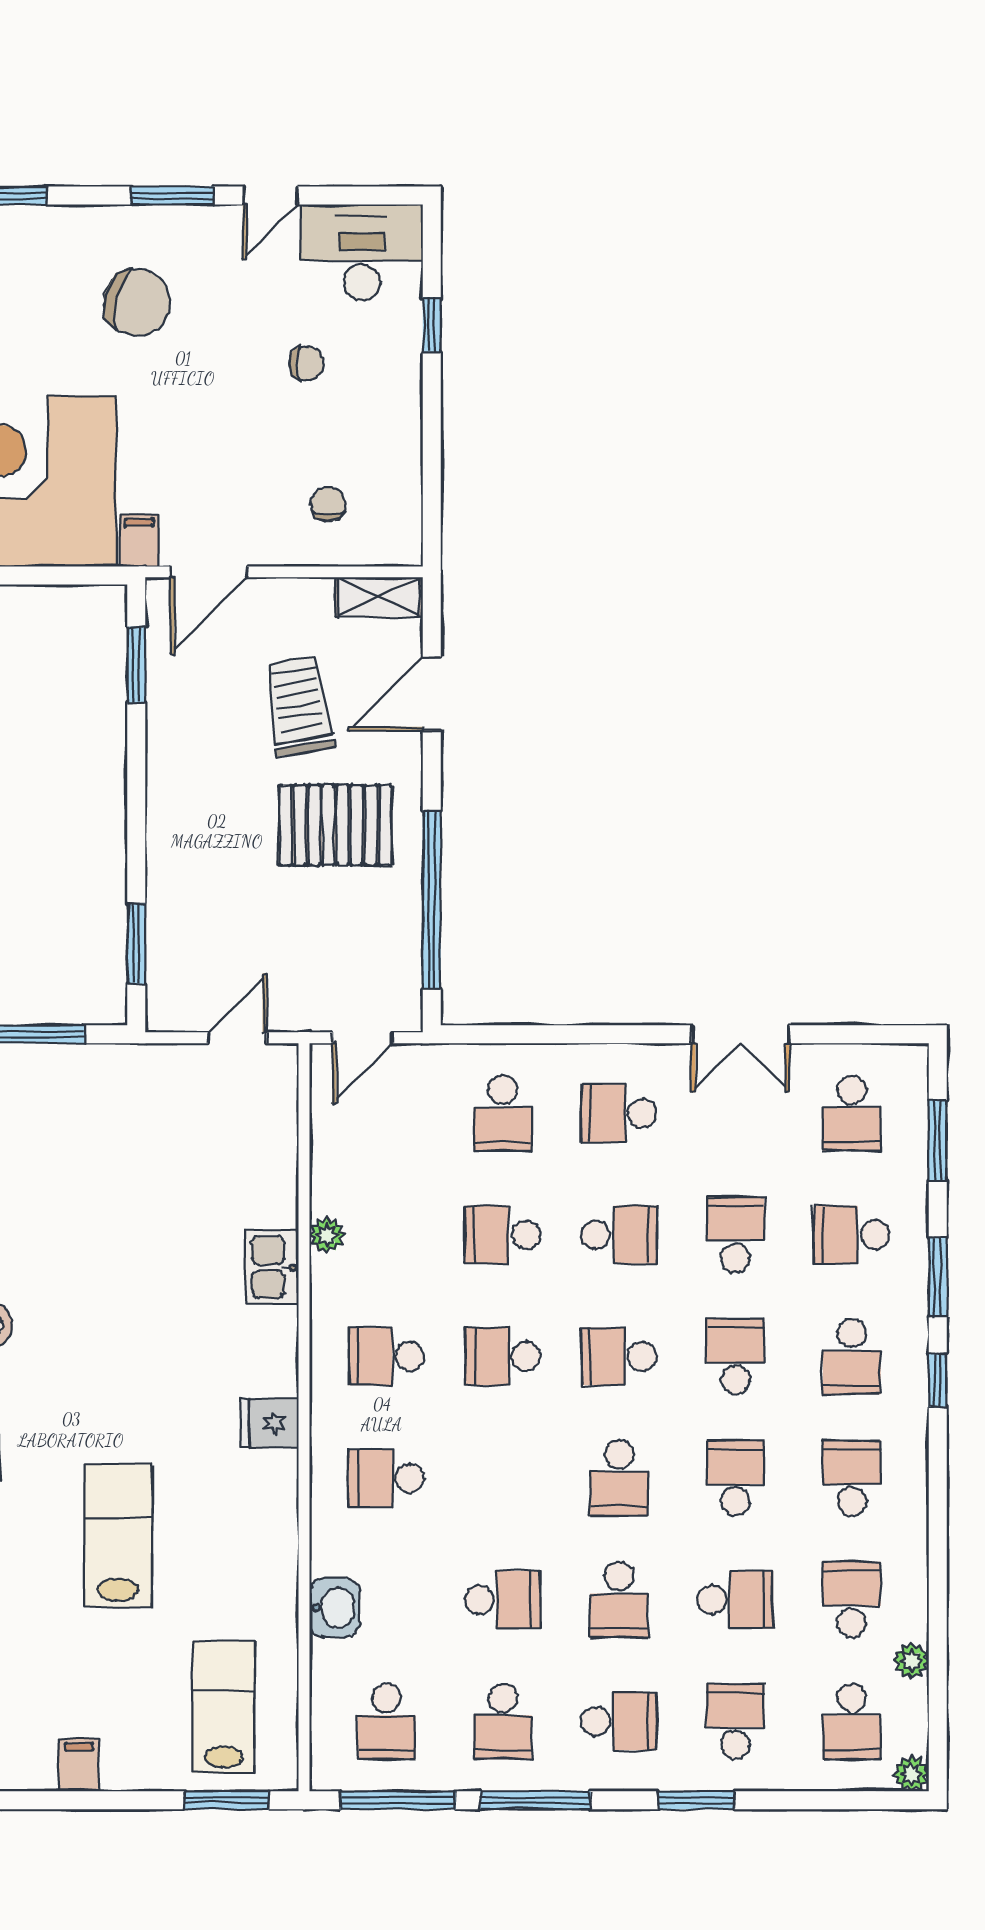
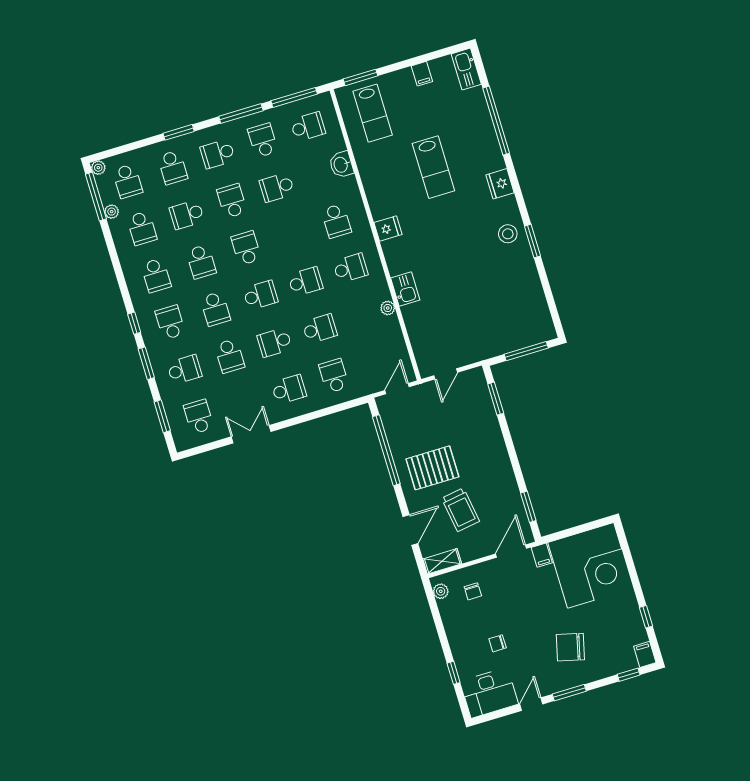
plant: (404, 527) -> (441, 591), added
school desk: (386, 1478) -> (336, 221), turned 90
window: (938, 1708) -> (96, 196), added
school desk: (386, 1721) -> (308, 127), turned 90
school desk: (852, 1721) -> (128, 181), turned 180

